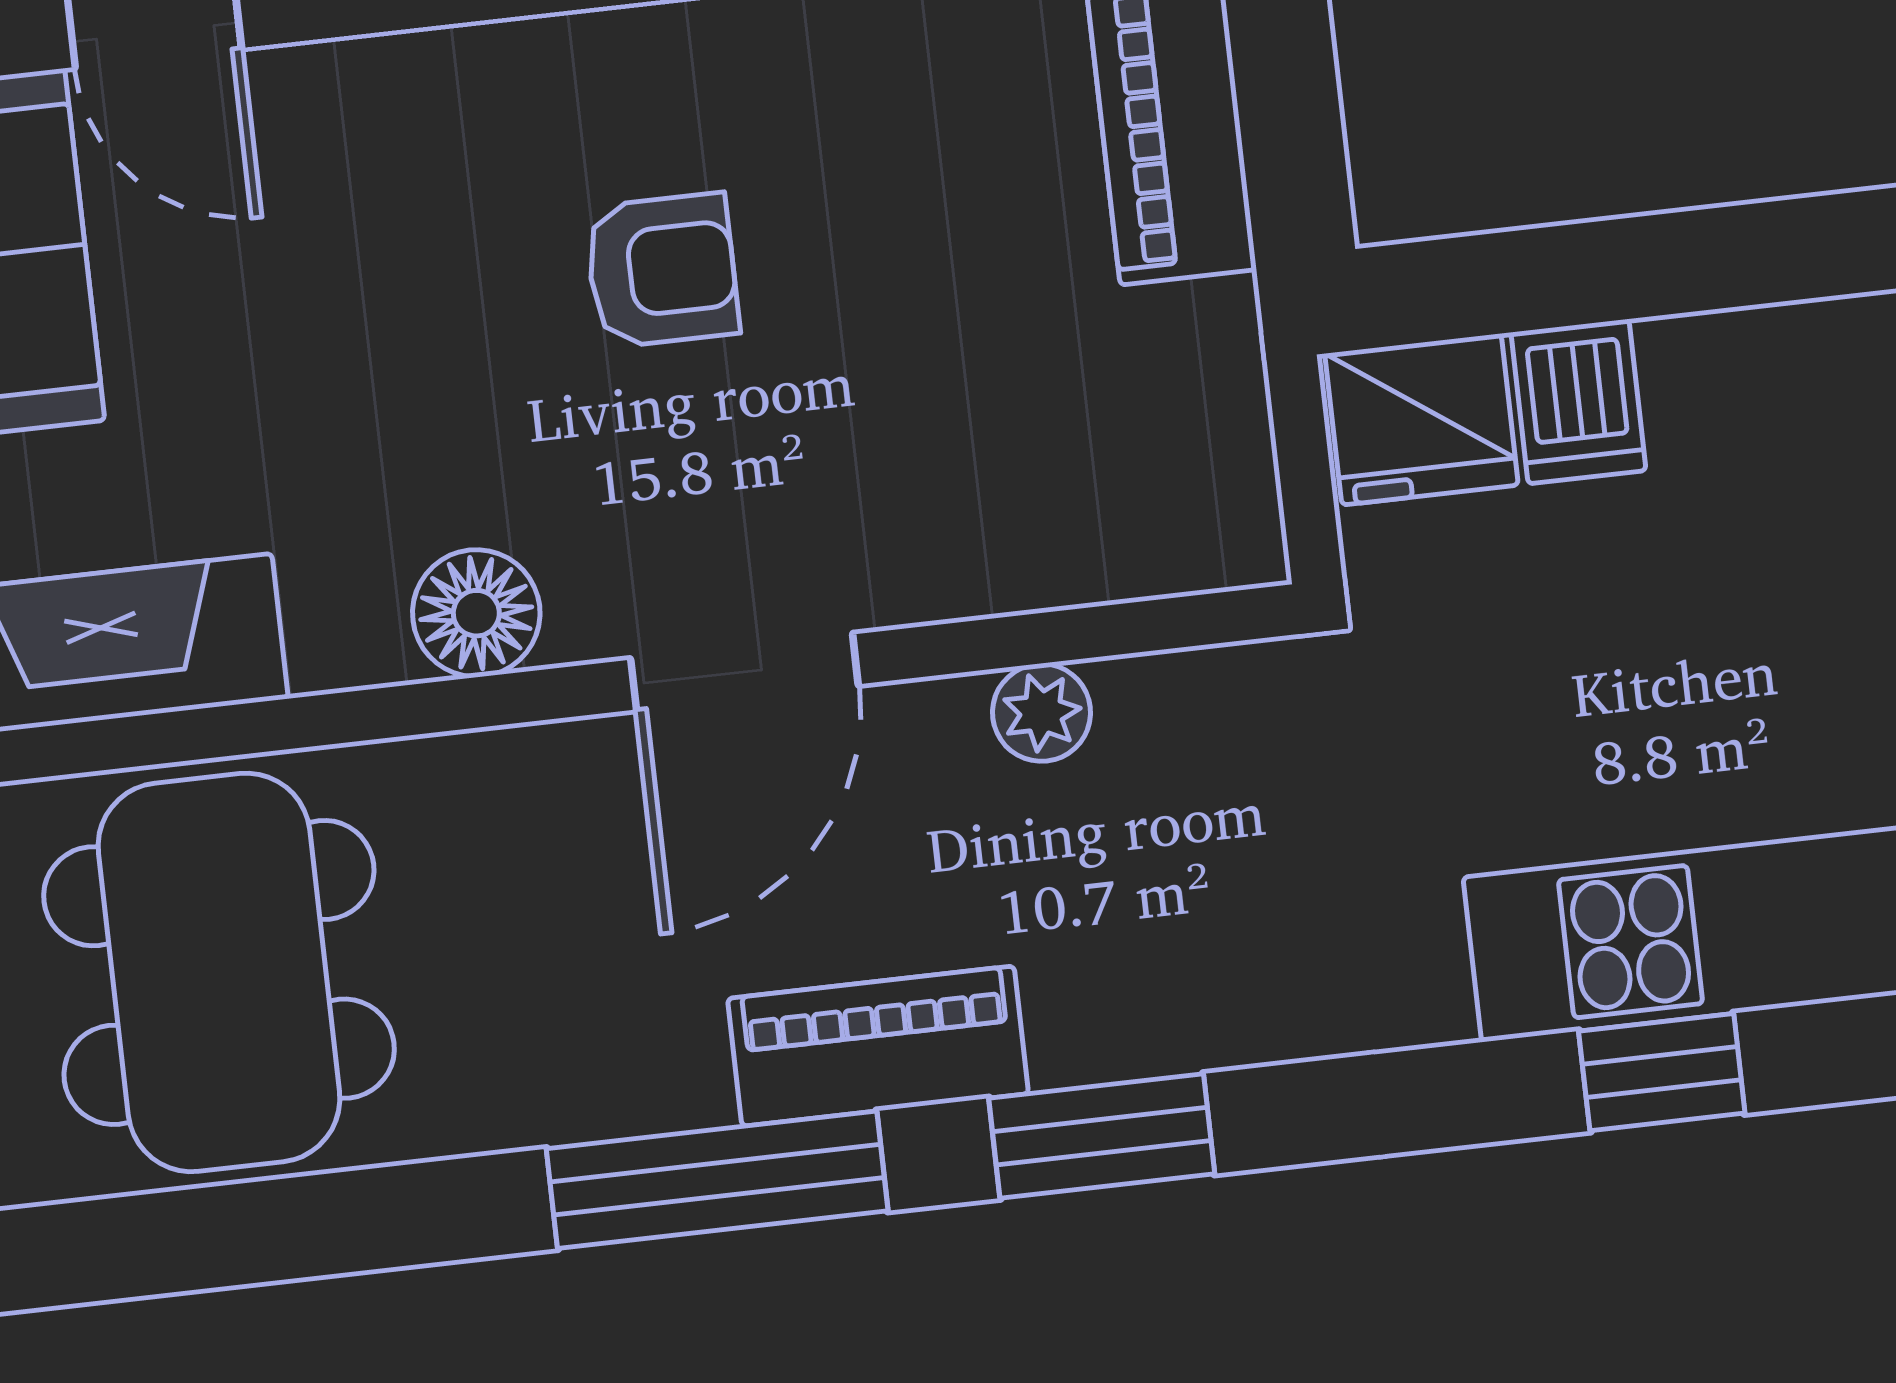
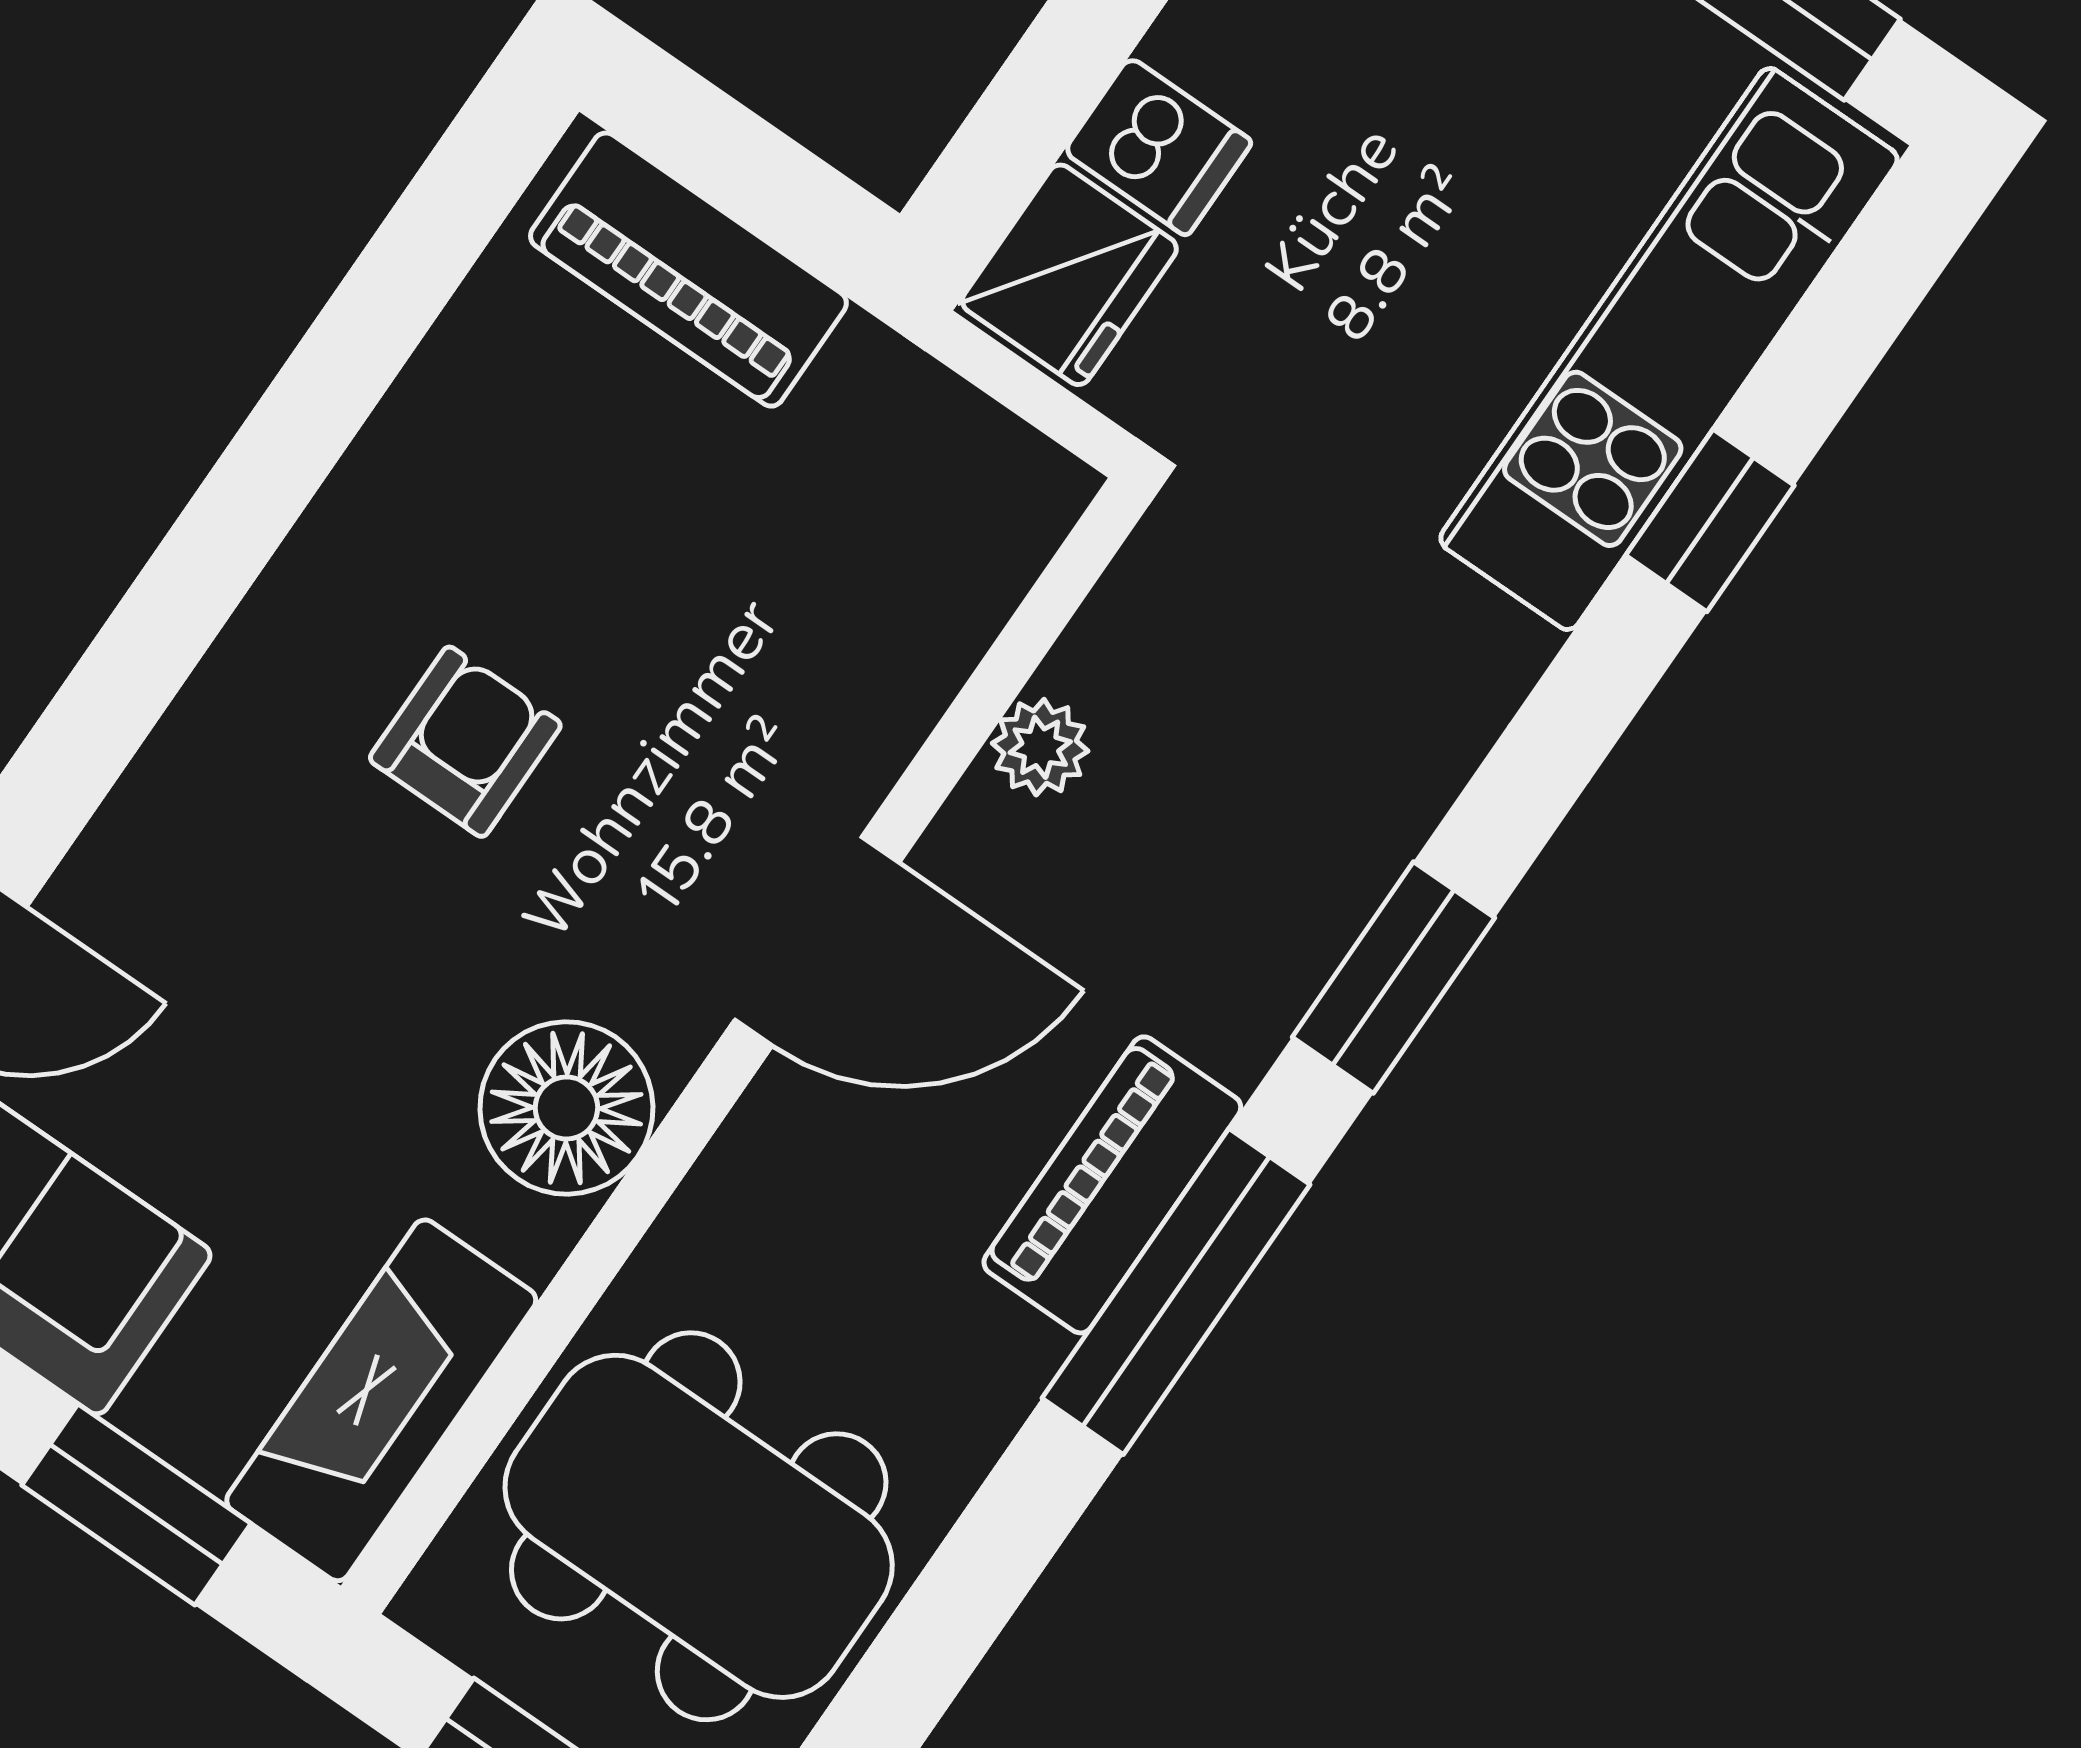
floor lamp: (476, 613) -> (566, 1108), width x1.38, depth x1.38
door: (744, 672) -> (817, 941), hinge flipped
piano: (878, 1046) -> (1112, 1185), moved

